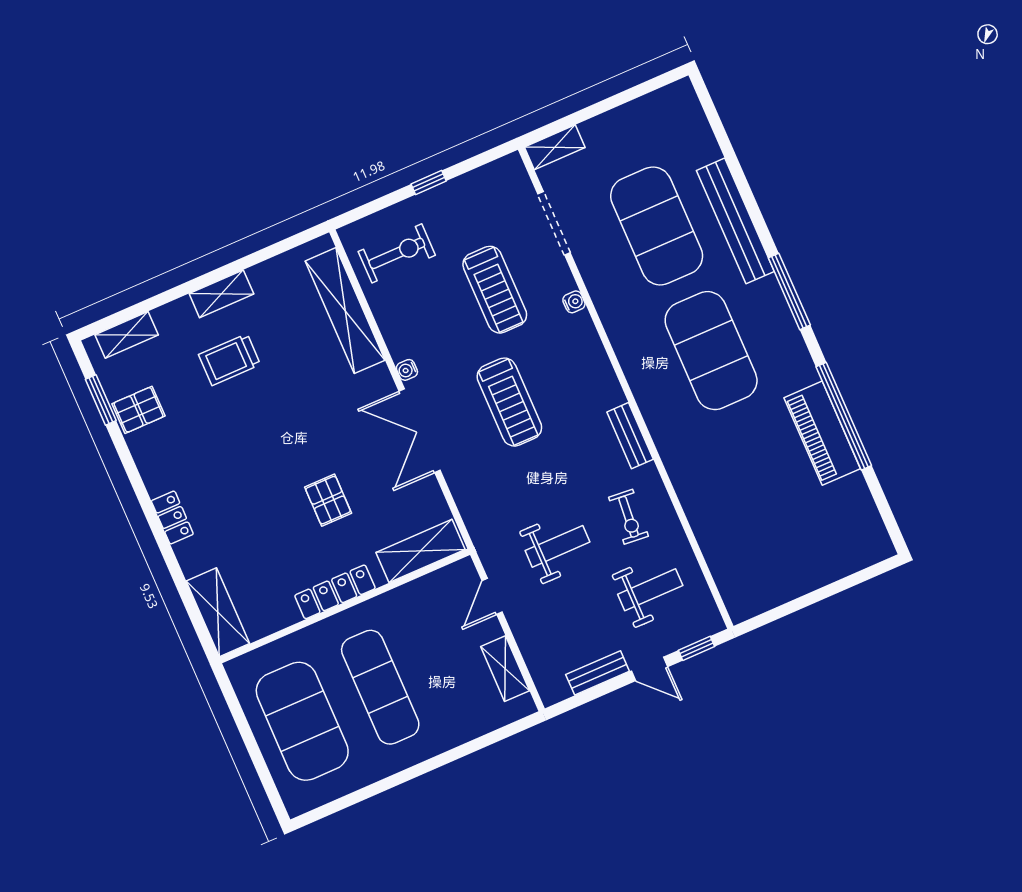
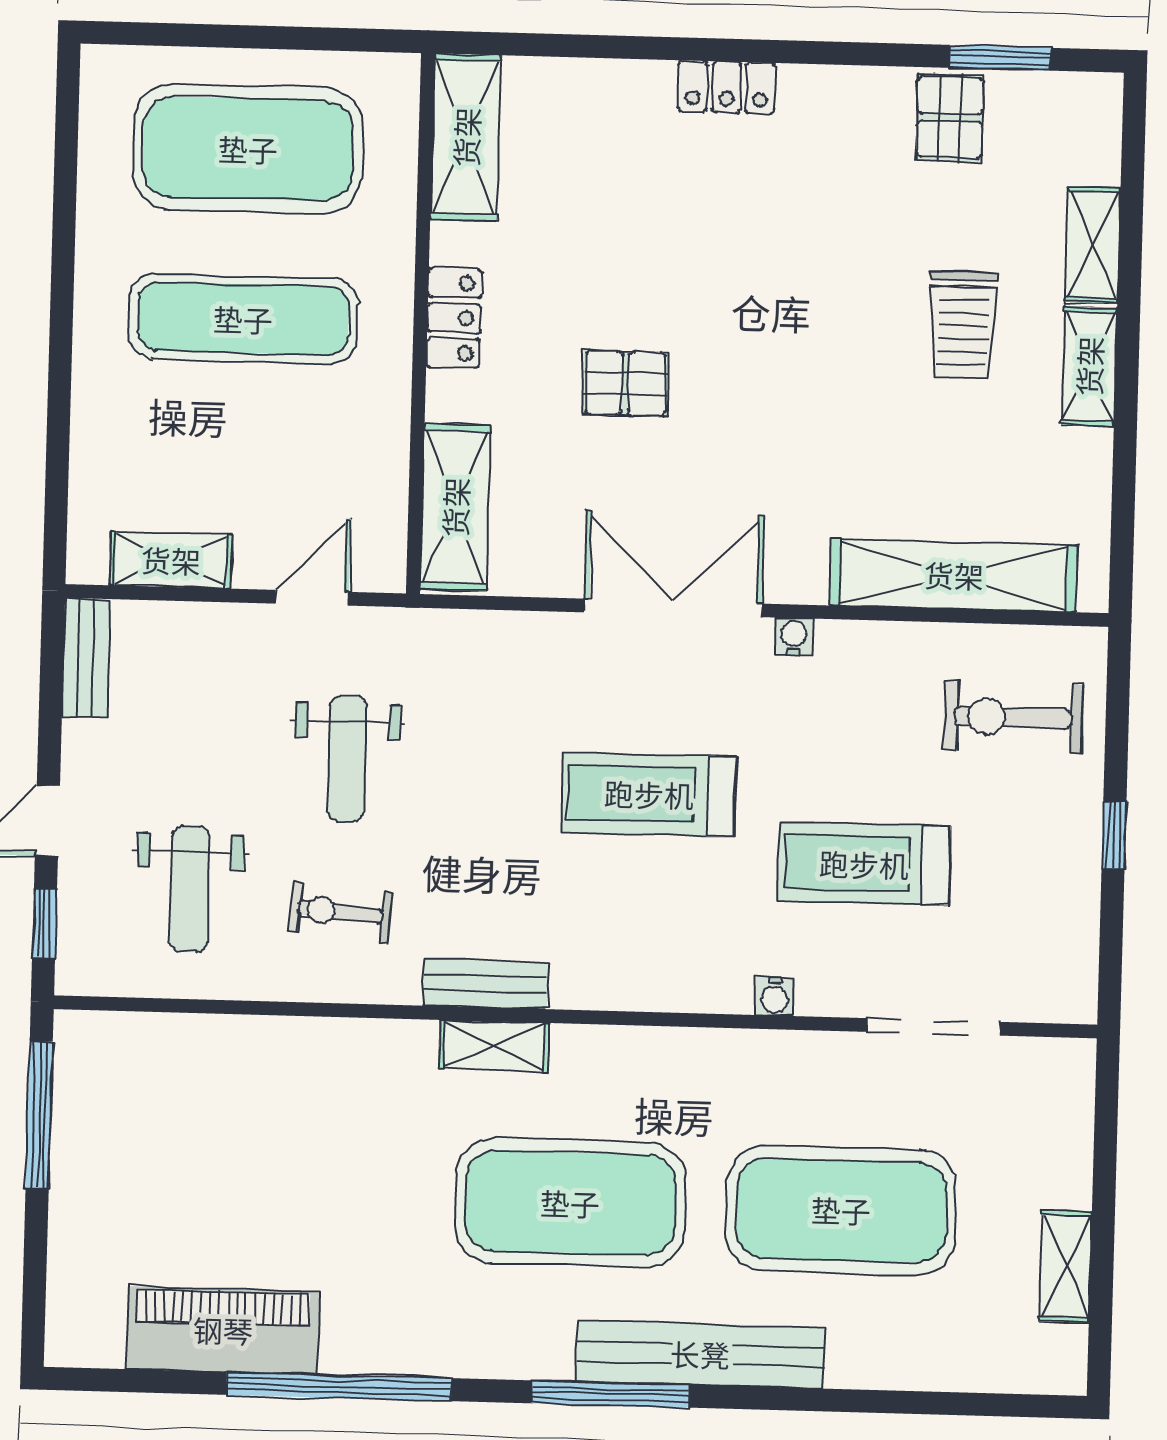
shelving: (555, 147) -> (1066, 1267), moved
bench: (735, 221) -> (700, 1354), moved
exercise bike: (397, 253) -> (1013, 717), turned 90
shelving: (127, 335) -> (1093, 245), moved
trolley: (230, 360) -> (963, 325), turned 180
shelving: (656, 419) -> (494, 1046), added
piano: (822, 433) -> (223, 1330), moved
locker: (335, 592) -> (454, 318), width x0.66
door: (492, 596) -> (312, 598), hinge flipped
window: (785, 610) -> (39, 1115), added
shelving: (218, 612) -> (466, 137), moved, turned 90
bench: (598, 673) -> (86, 658), moved

